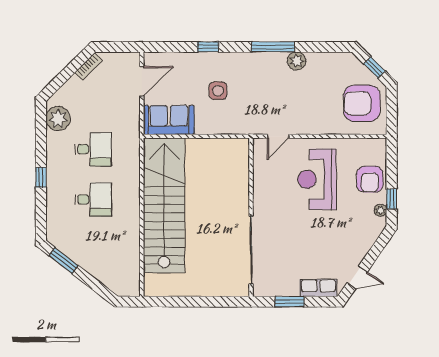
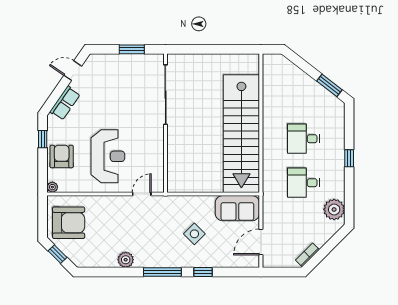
window: (273, 47) -> (162, 272), moved
side table: (218, 91) -> (194, 234), turned 45
plant: (380, 210) -> (52, 187), moved
row of seats: (318, 288) -> (65, 103), moved, turned -55

